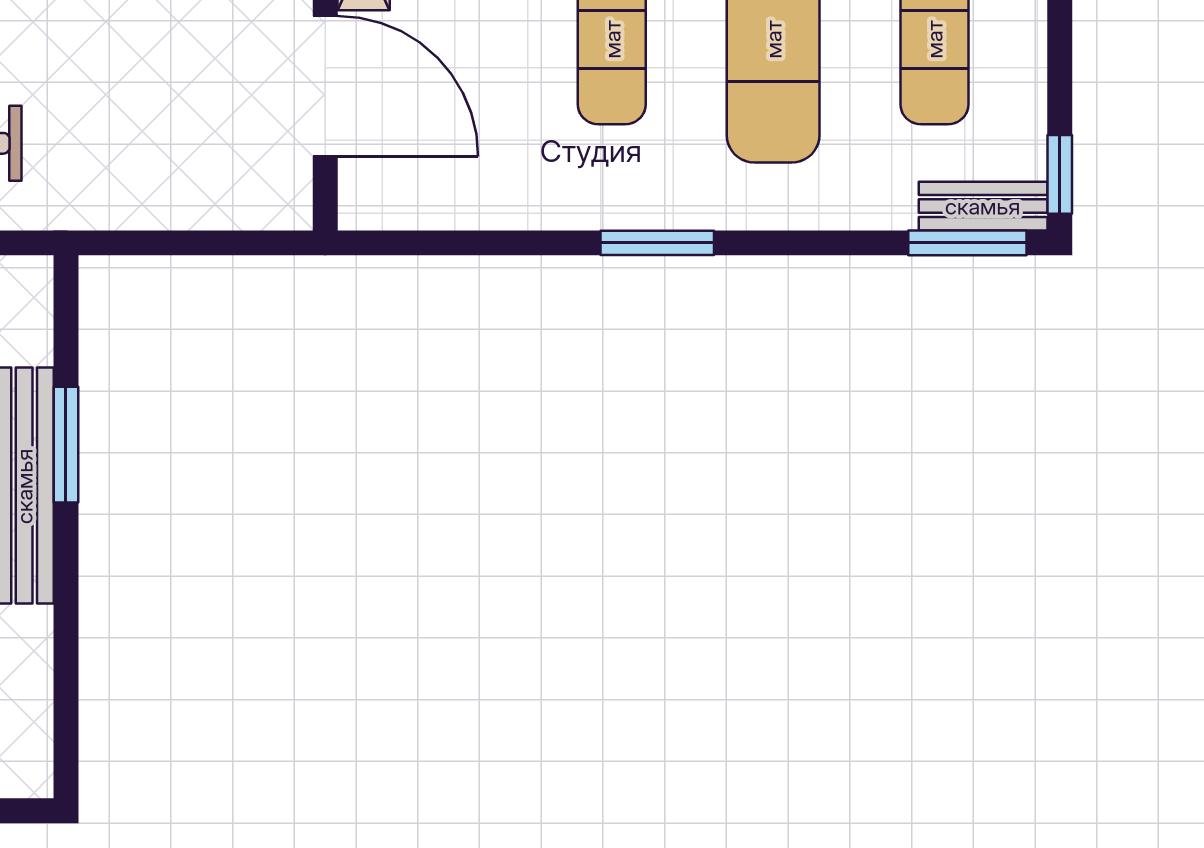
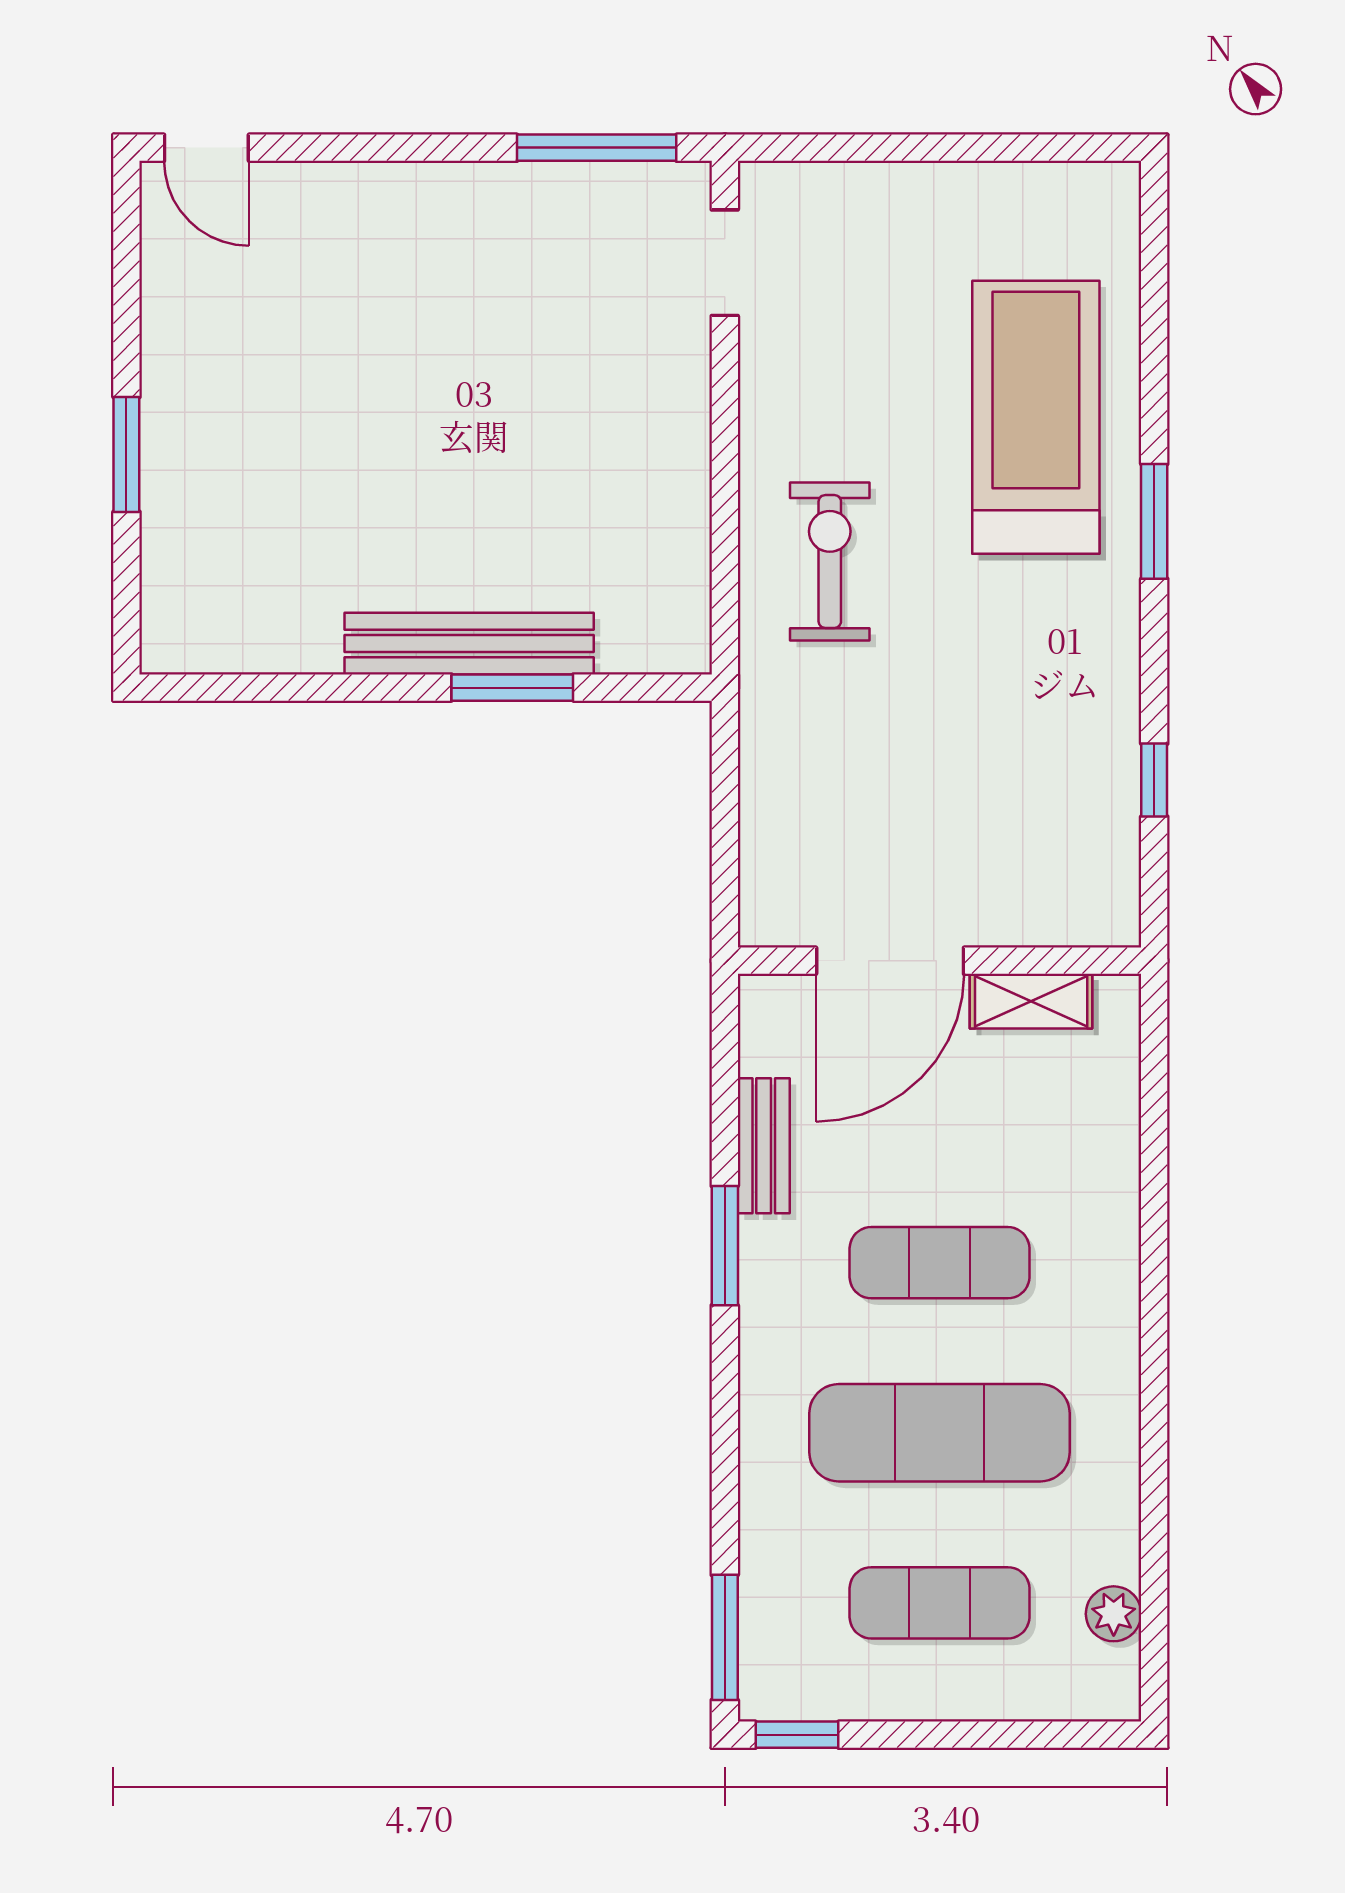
bench: (983, 206) -> (764, 1146), moved
window: (657, 243) -> (725, 1246), moved

